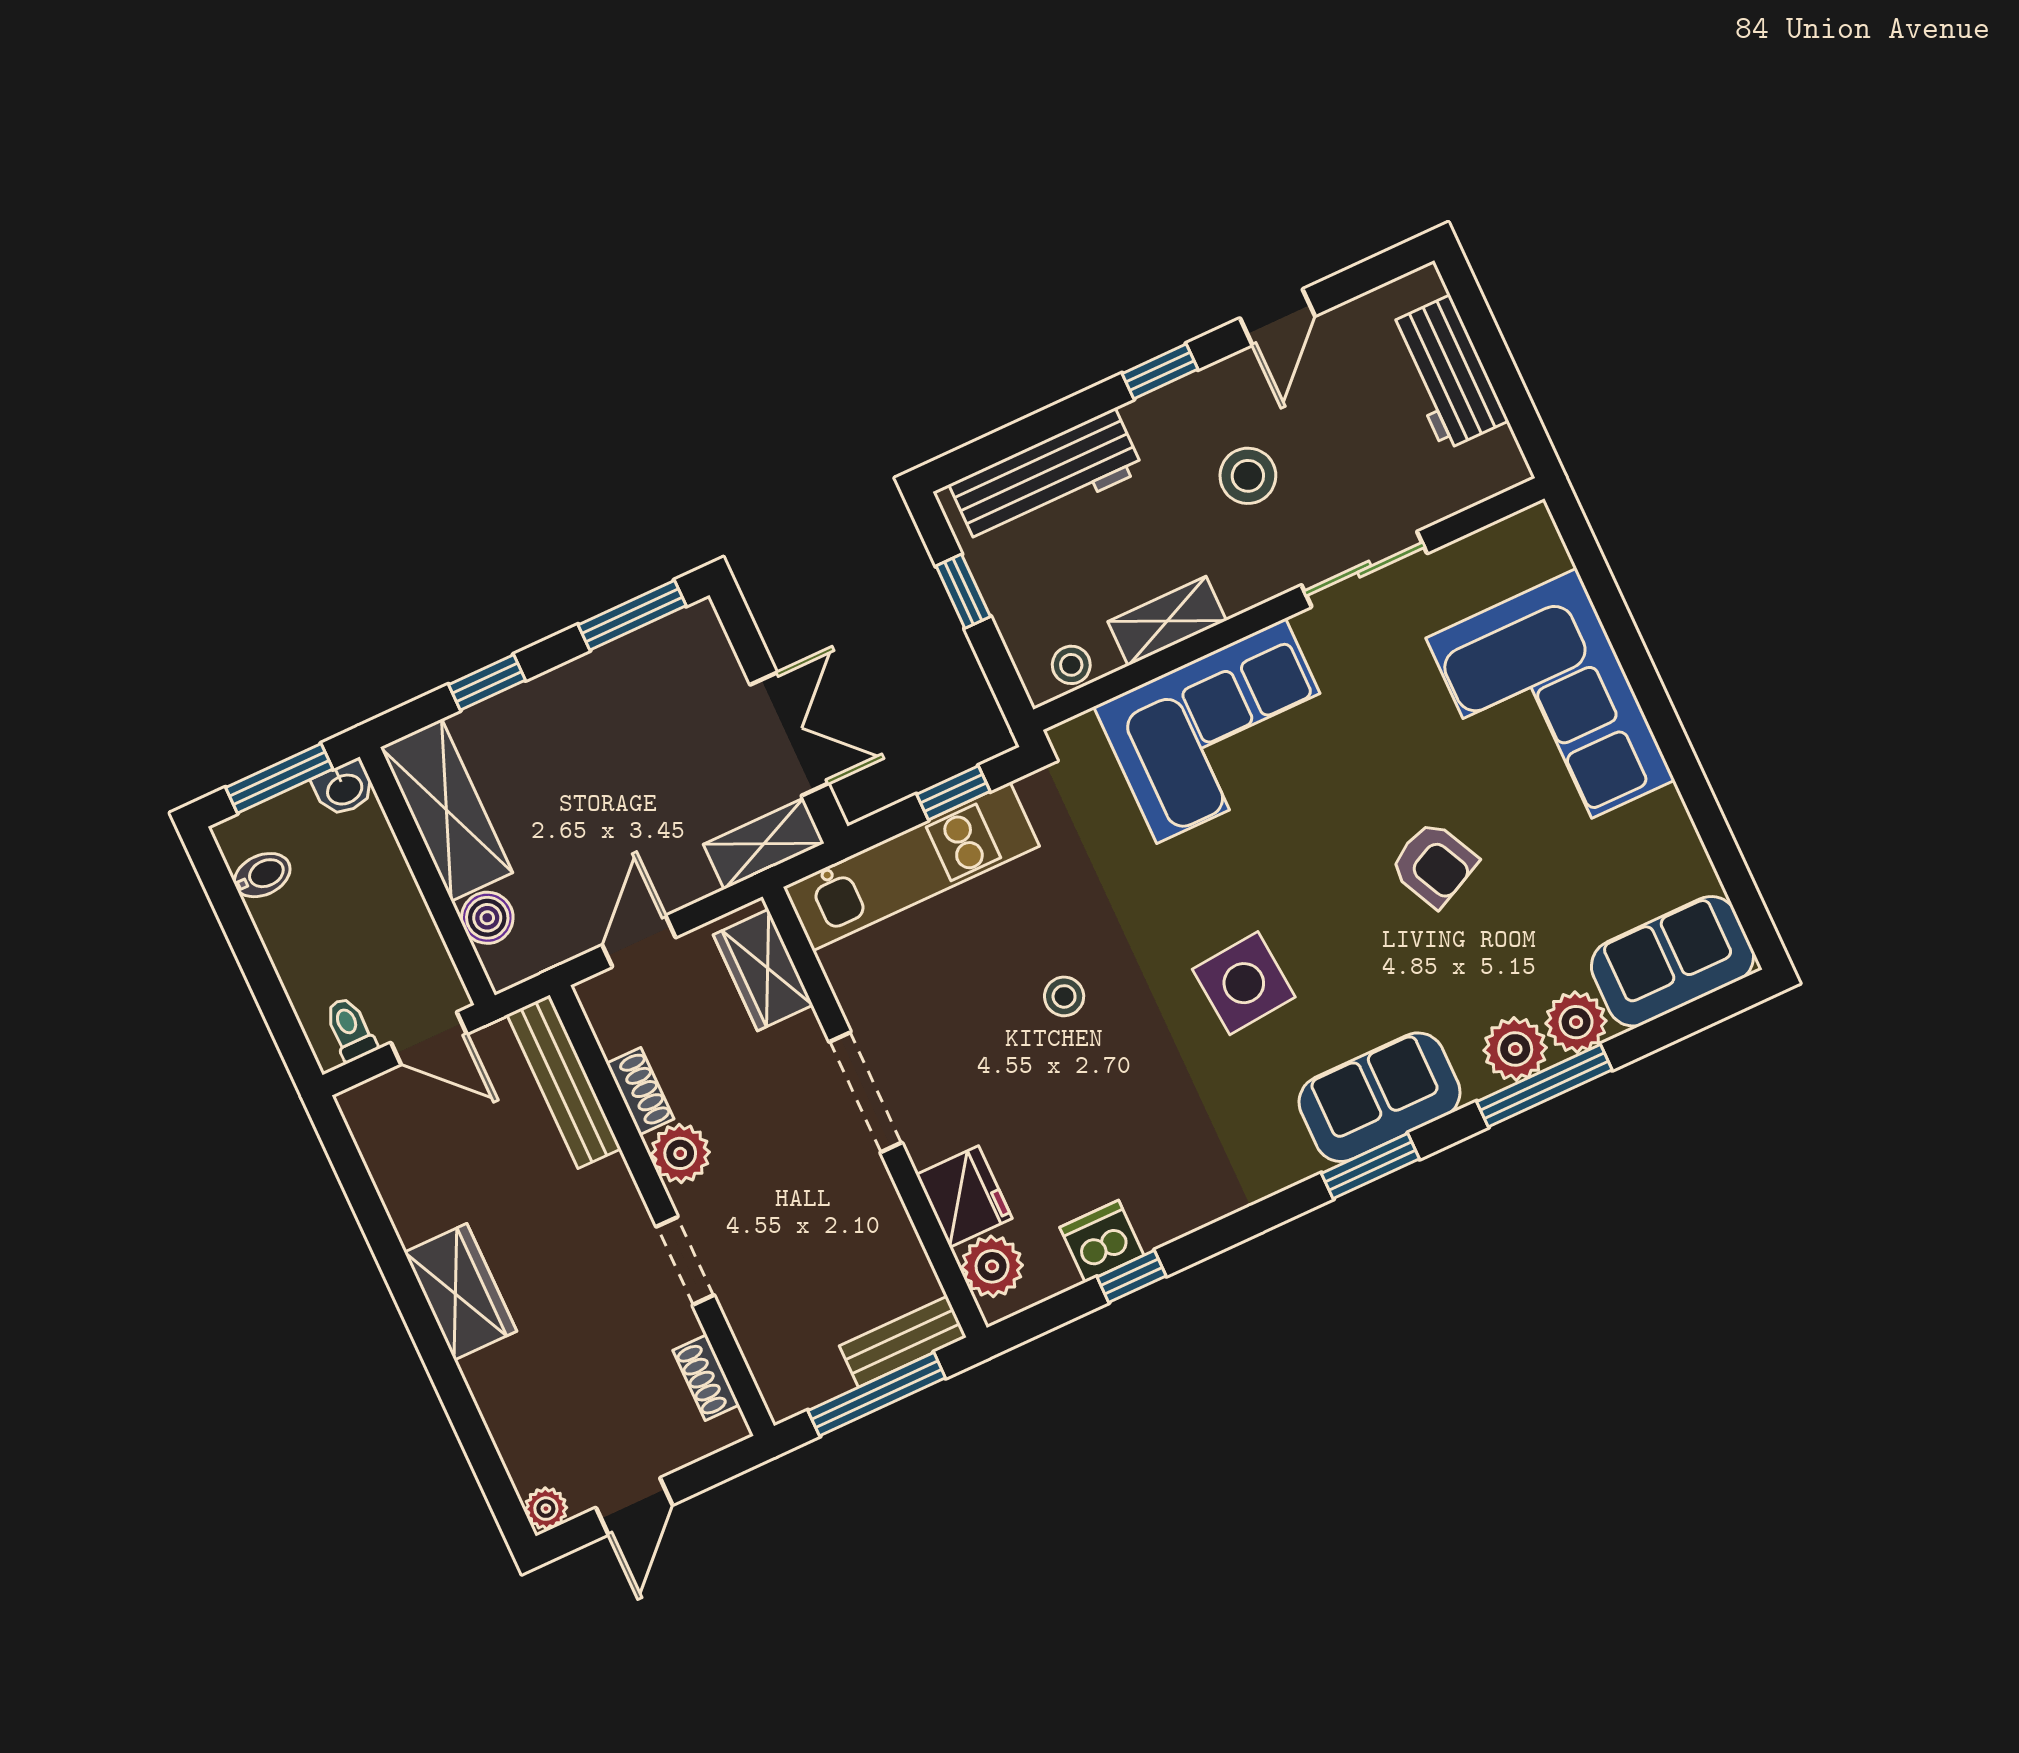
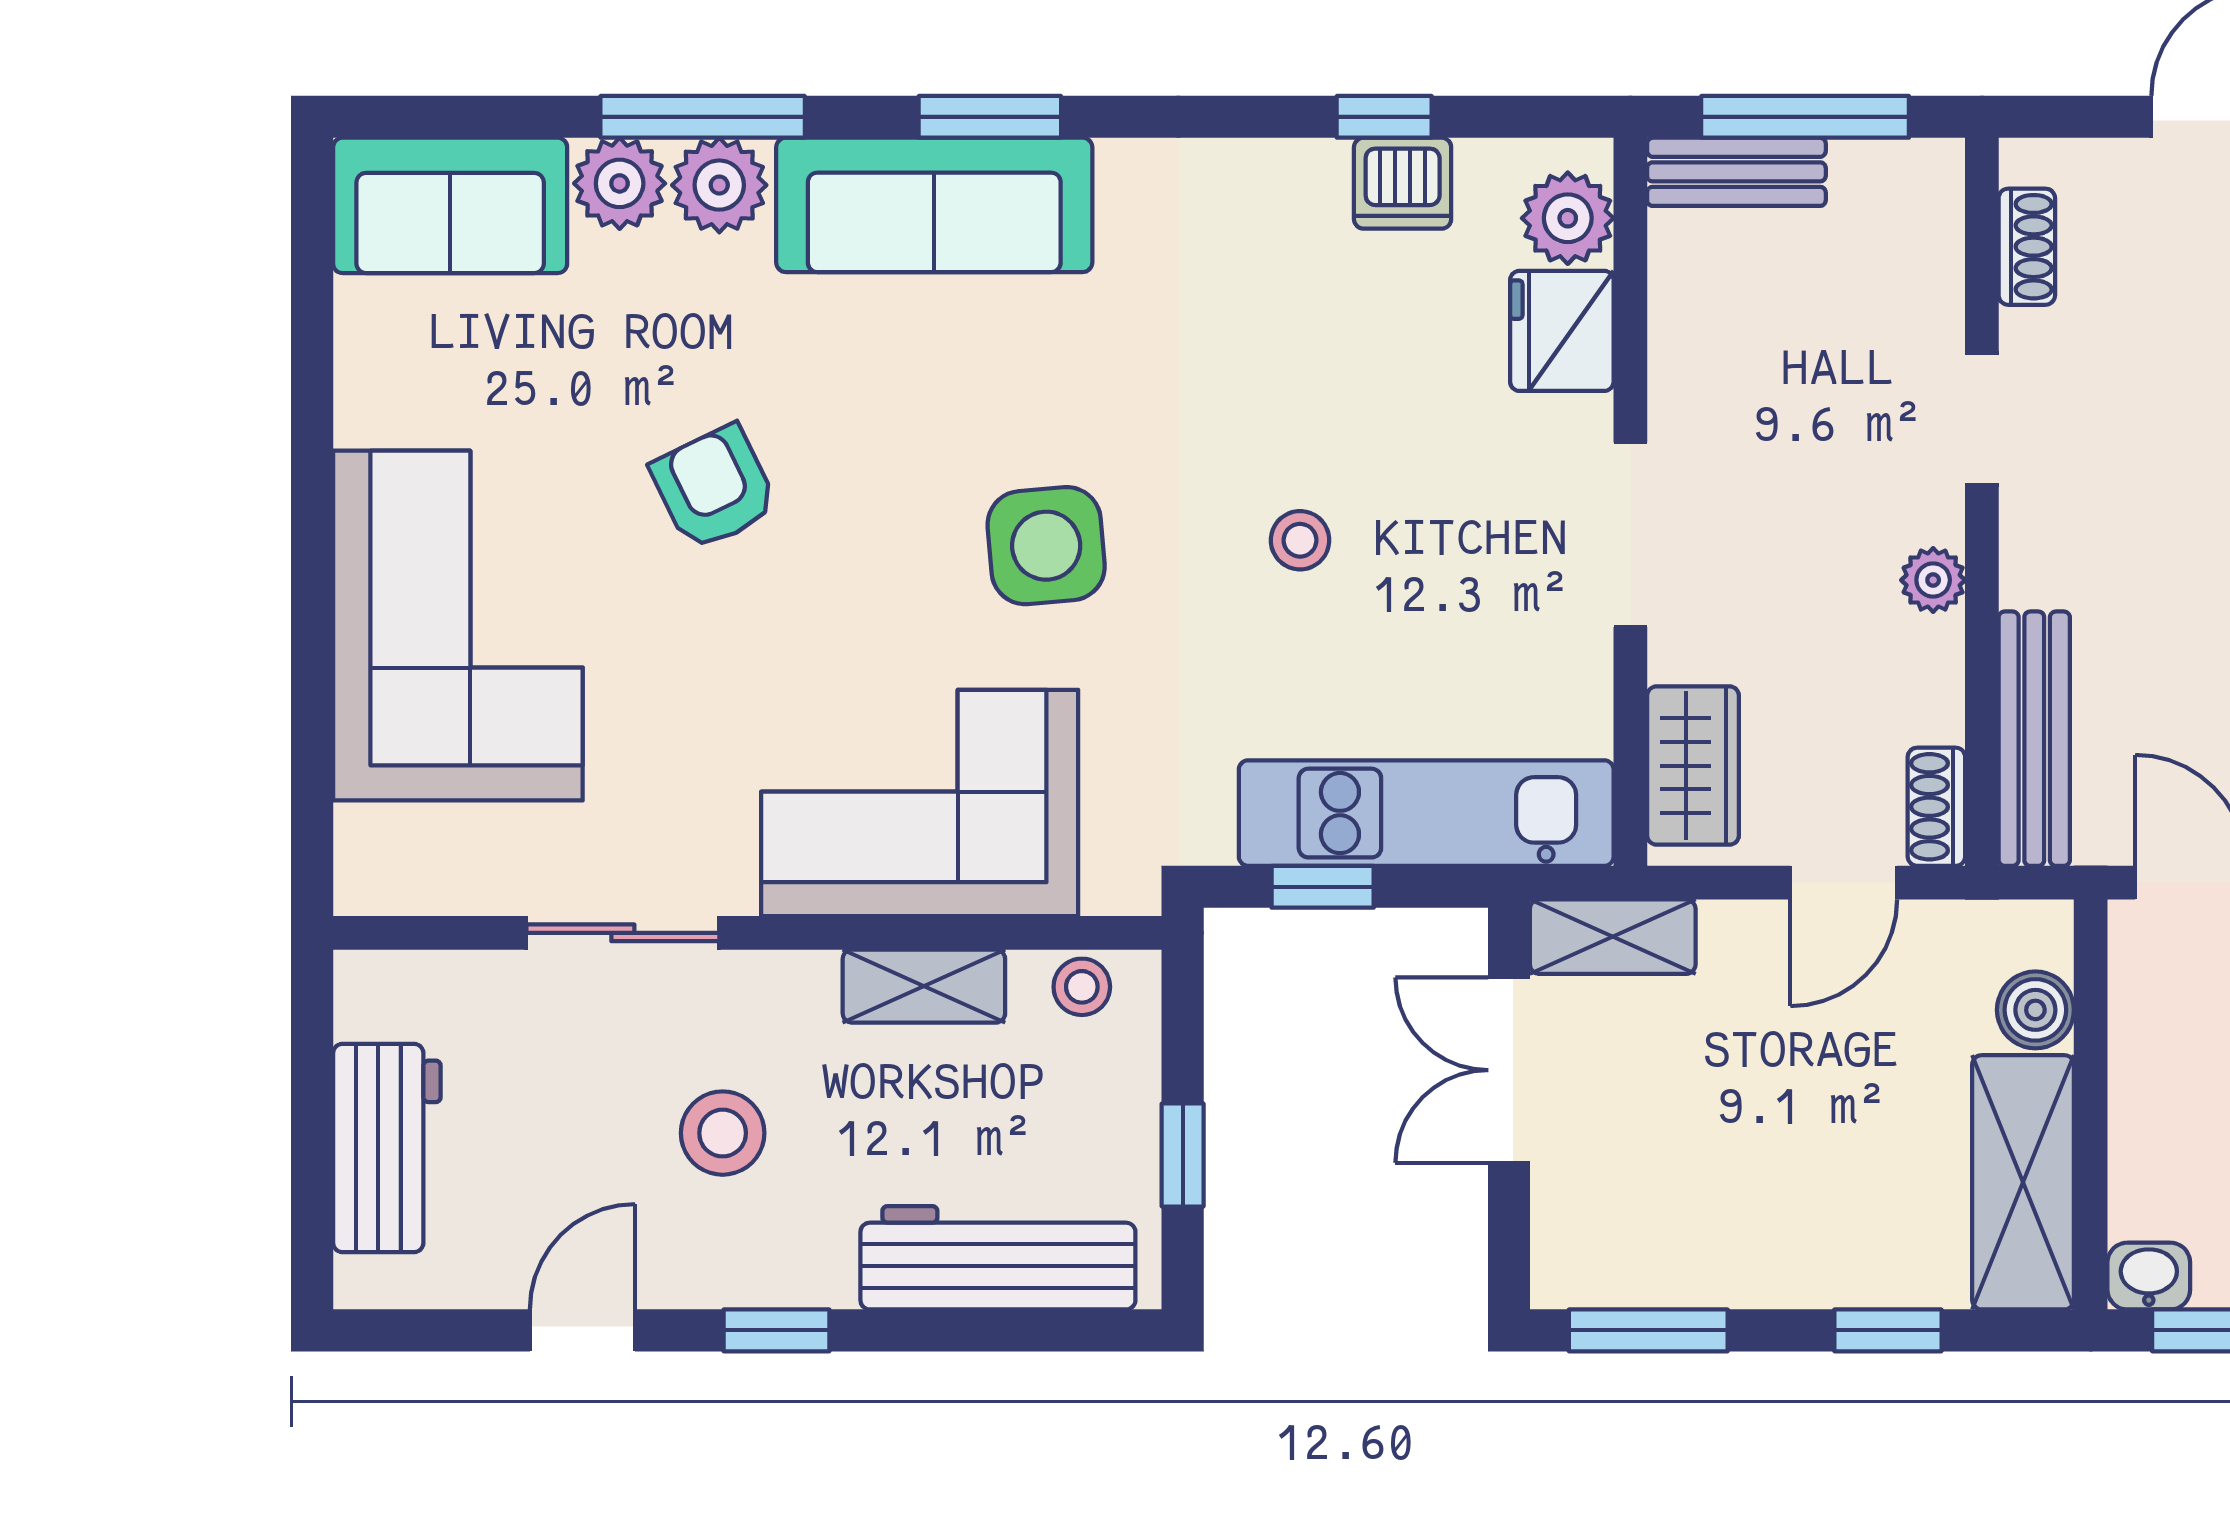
side table: (1244, 983) -> (1046, 546), moved
shoe rack: (640, 1091) -> (1936, 807), moved
sofa: (1379, 1097) -> (934, 205), width x1.36
plant: (680, 1153) -> (1933, 580), width x0.73, depth x0.73

